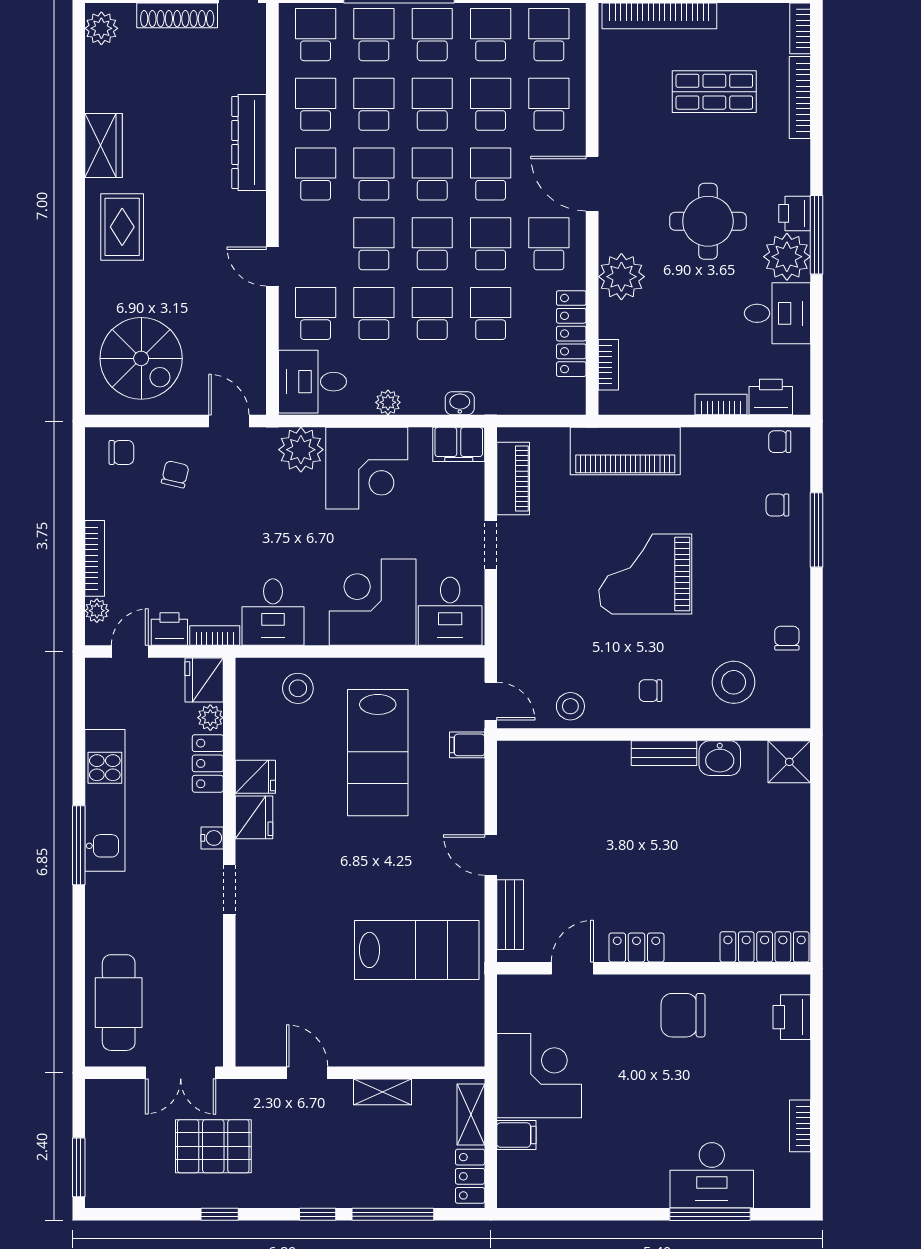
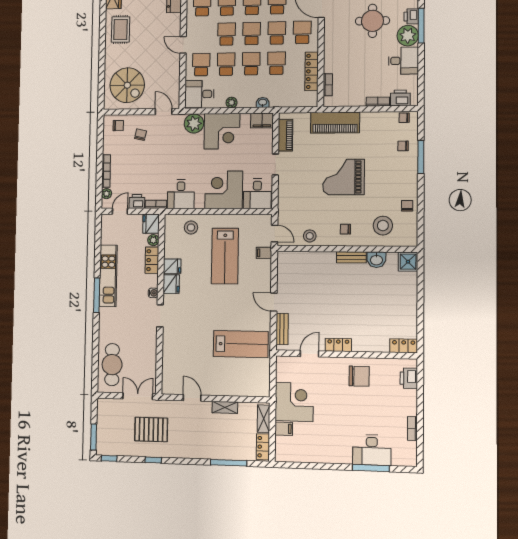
plant: (621, 277) -> (334, 46), removed
locker: (765, 947) -> (404, 346), width x0.66
chair: (683, 1015) -> (359, 376), turned 180
double door: (181, 1073) -> (138, 396), swing flipped
window: (318, 1214) -> (109, 458), moved

